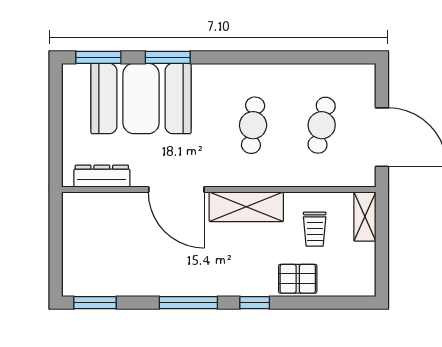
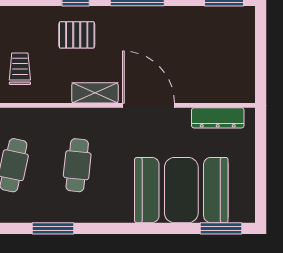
window: (168, 57) -> (53, 228), moved
shelving: (246, 207) -> (95, 93), width x0.67, depth x0.75
pallet: (298, 279) -> (77, 35), moved

